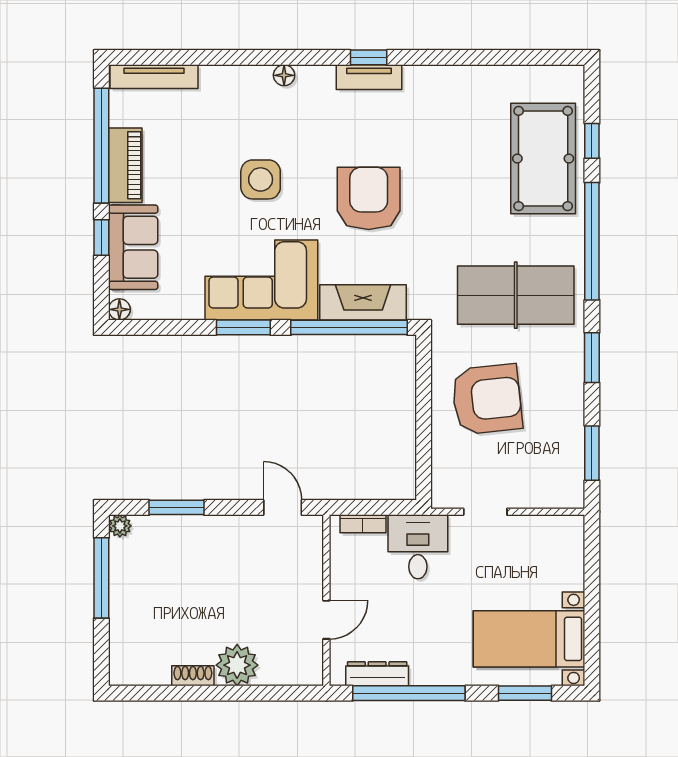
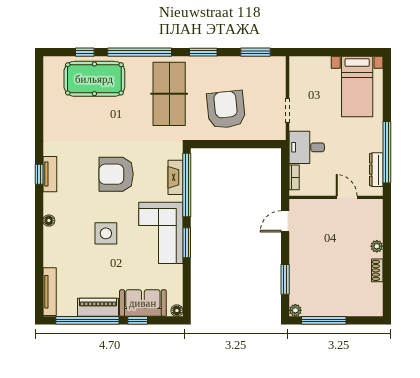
fireplace: (363, 302) -> (175, 177), width x0.73, depth x0.76
plant: (237, 665) -> (377, 246), width x0.53, depth x0.53
window: (525, 693) -> (387, 89), removed

